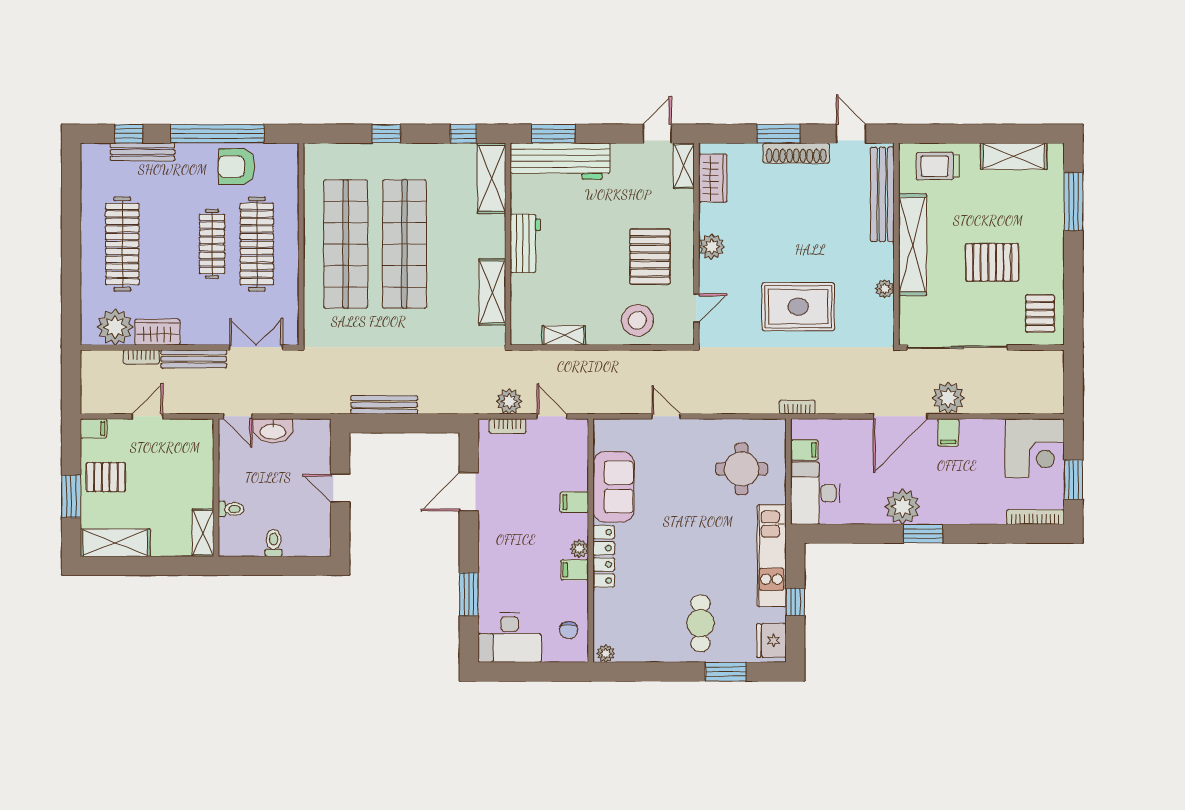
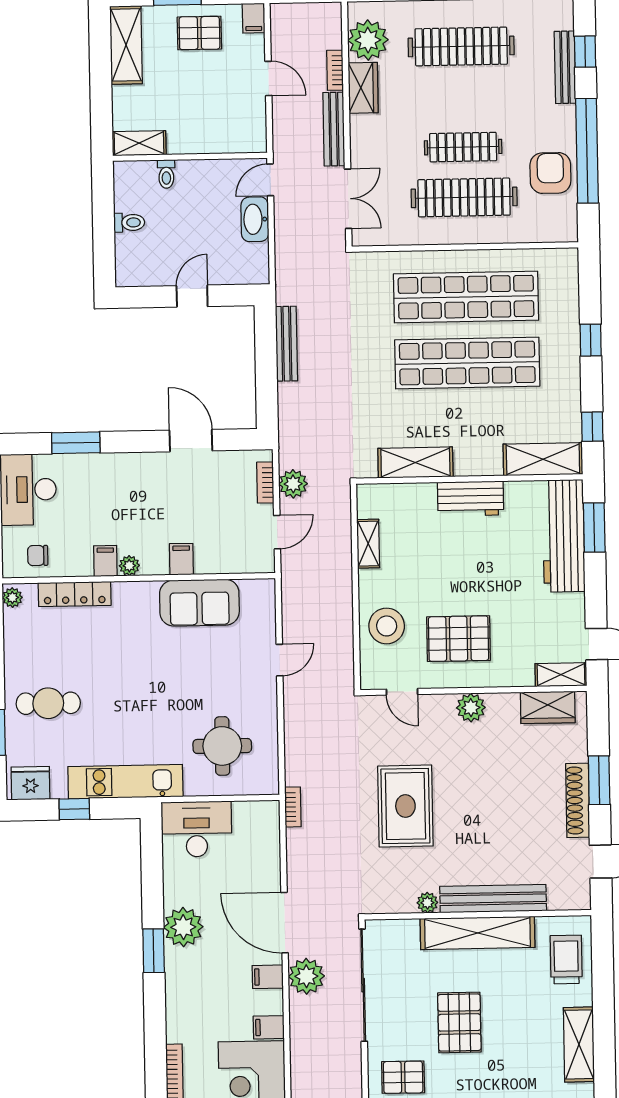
bench: (882, 194) -> (493, 899), moved
filing cabinet: (804, 450) -> (269, 1027), moved, turned 90
pallet: (106, 477) -> (199, 33), turned 90
locker: (604, 556) -> (75, 594), moved

